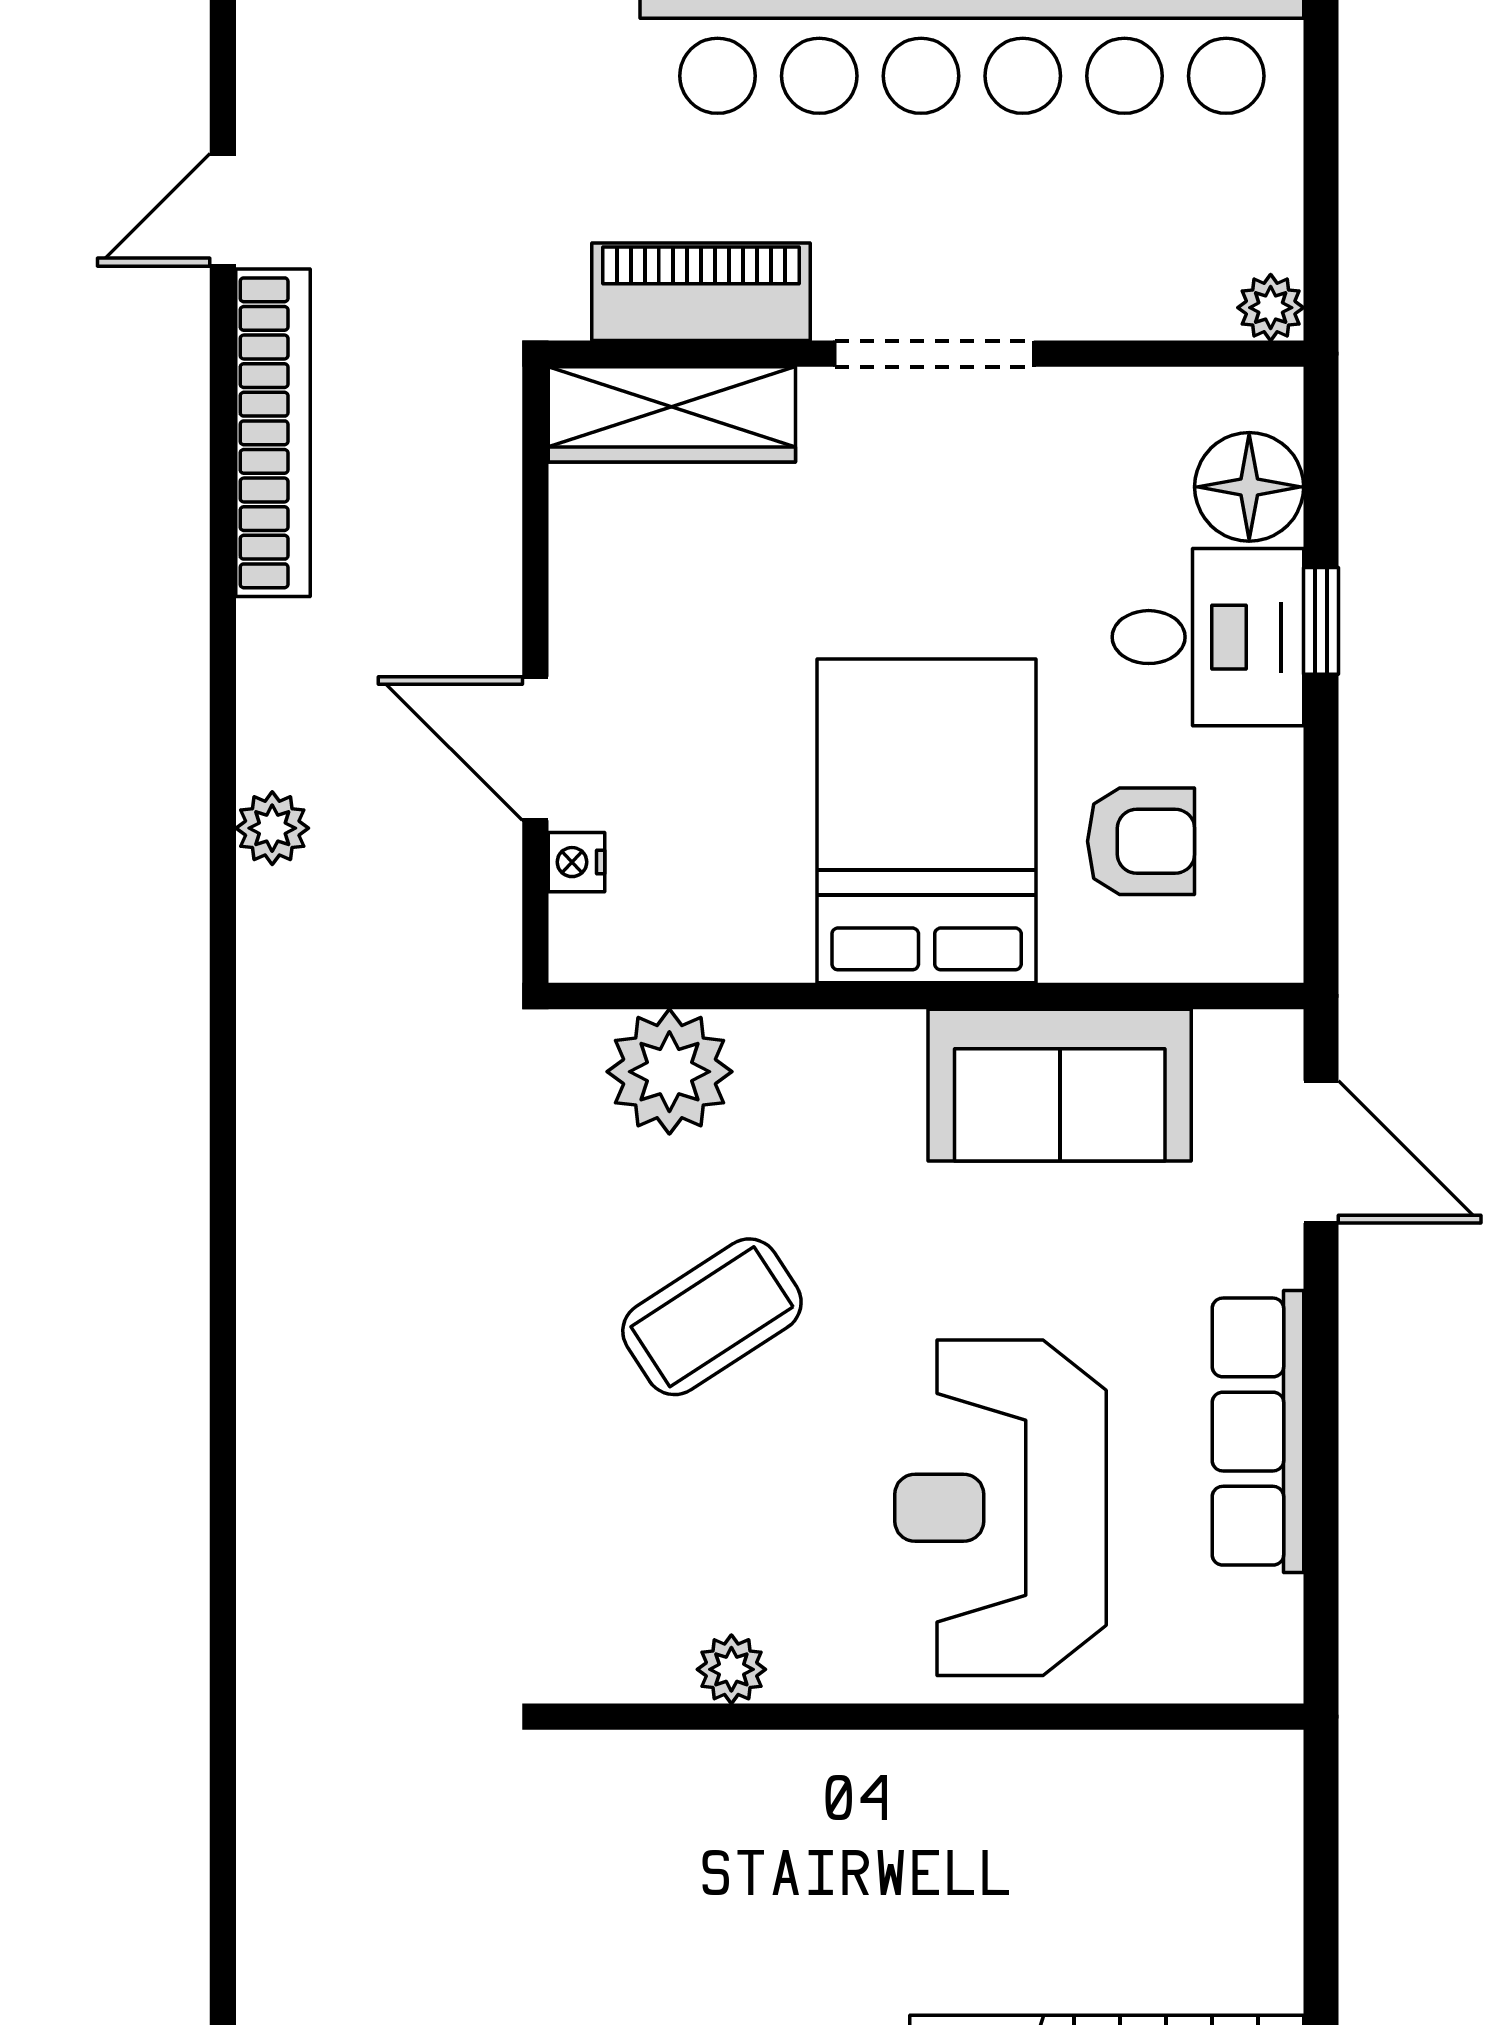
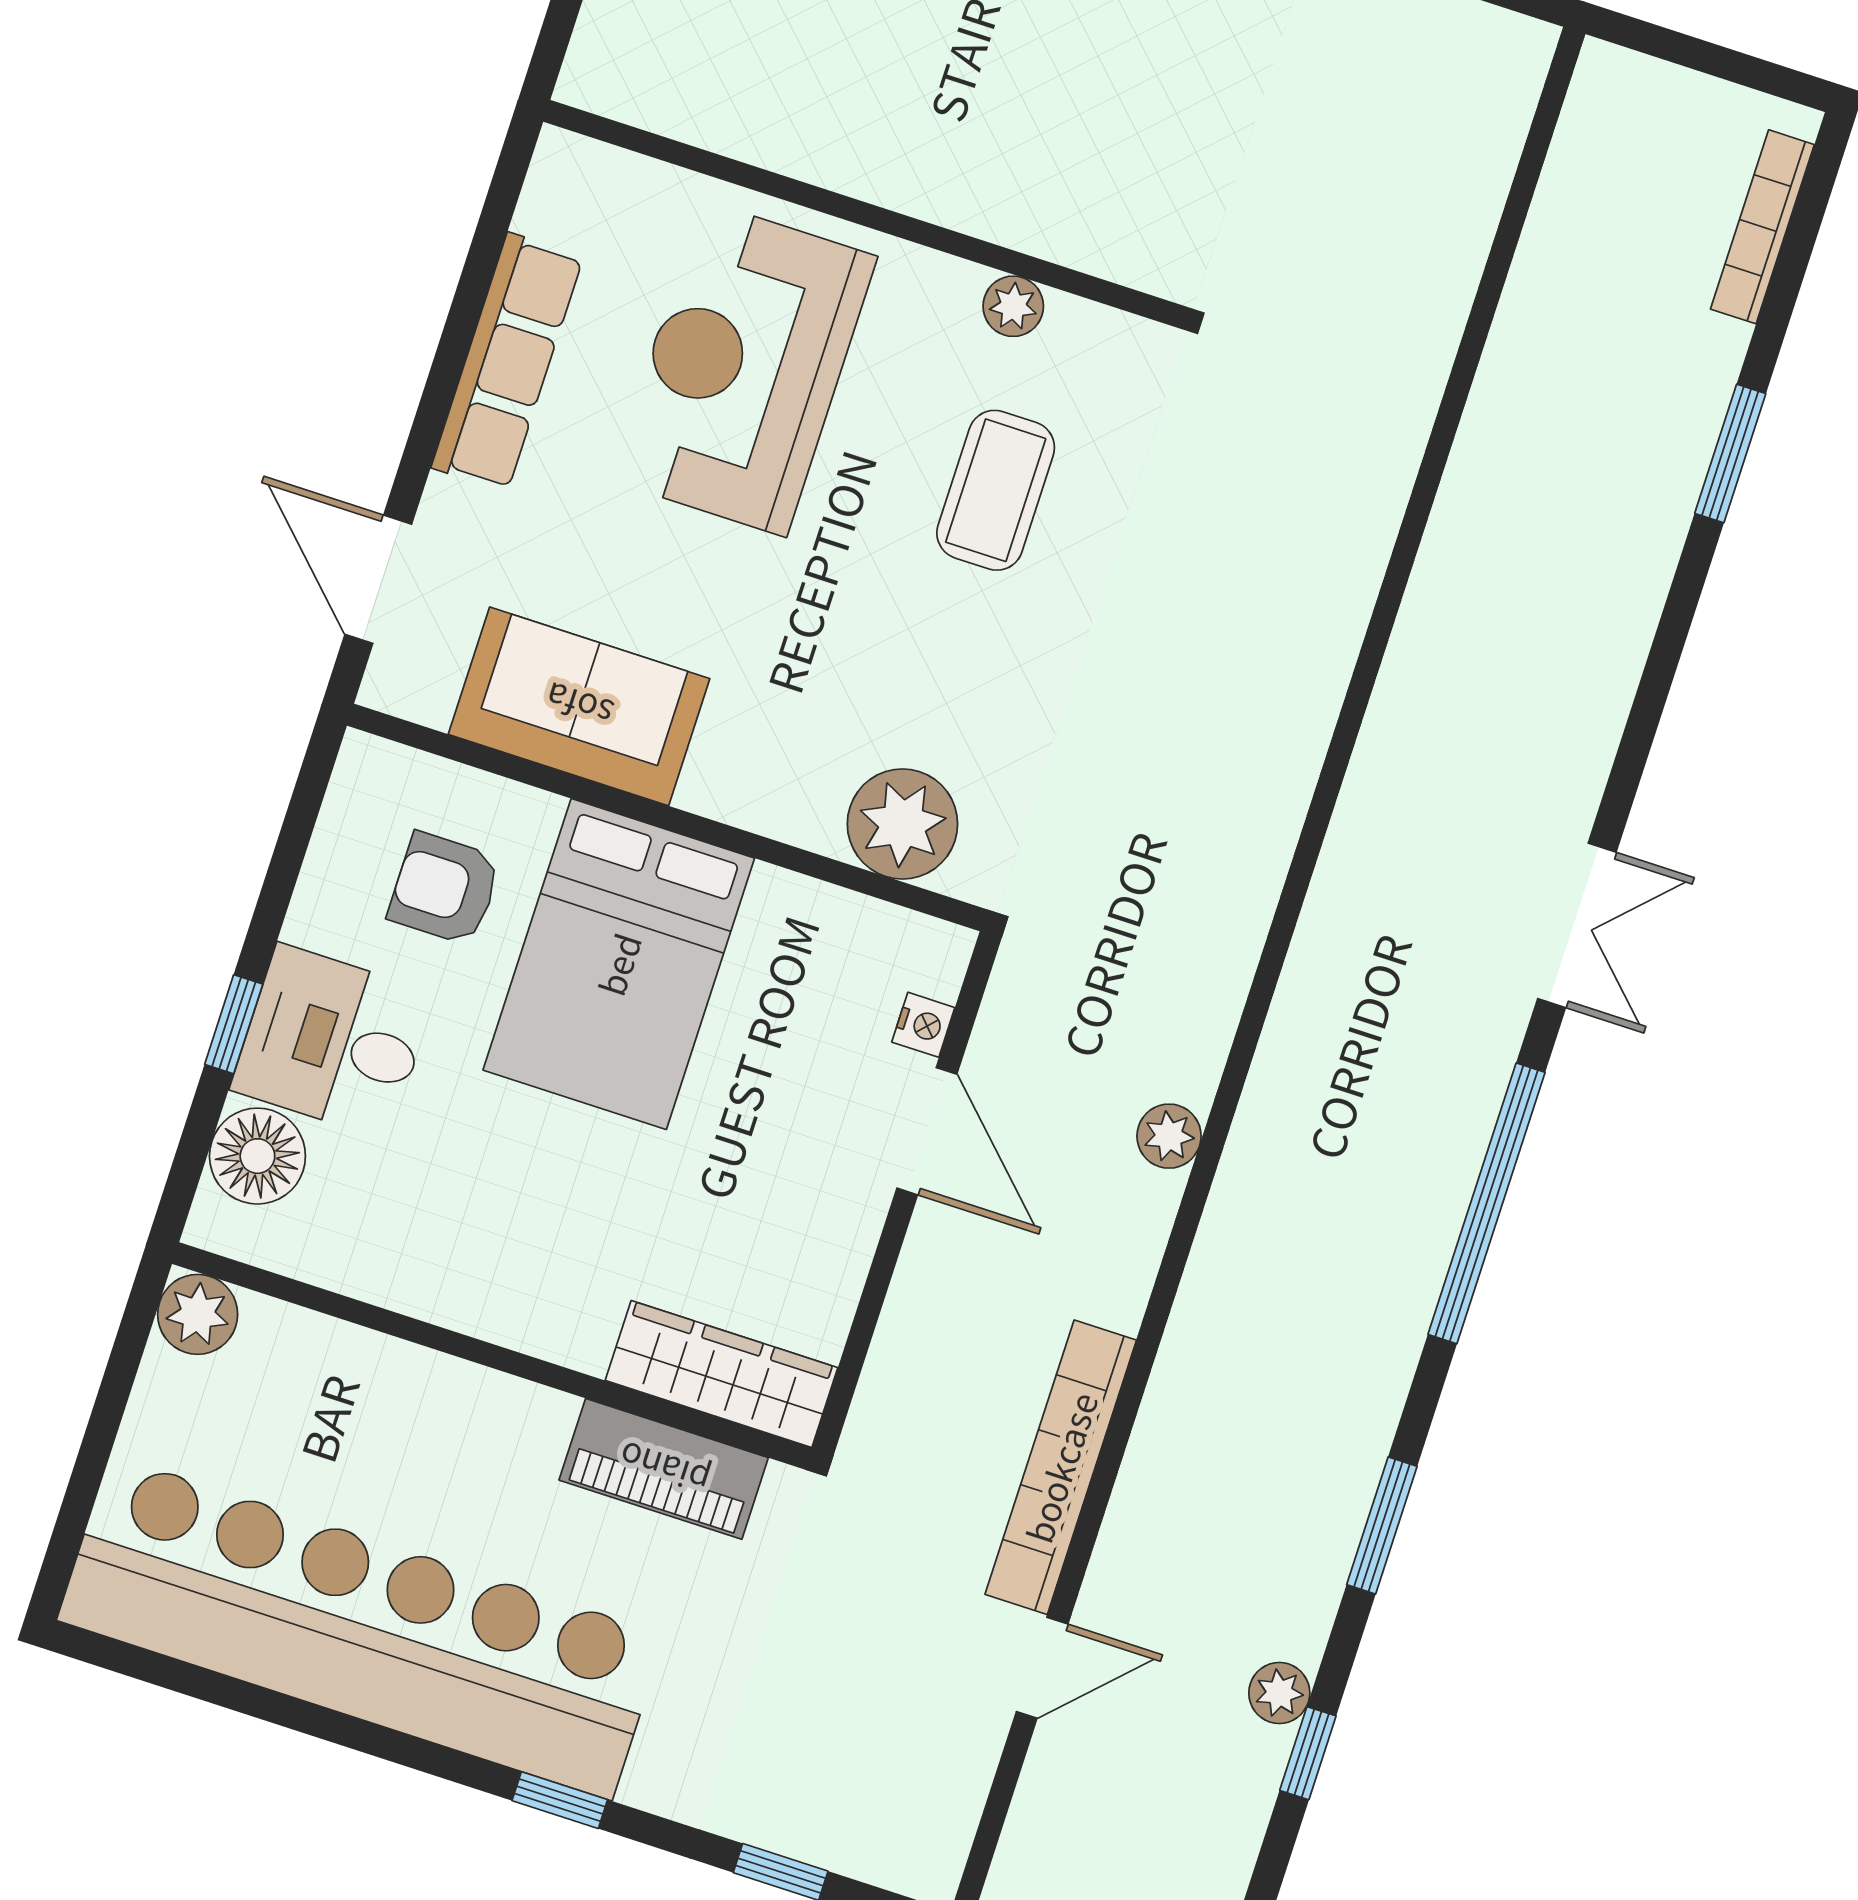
plant: (1271, 308) -> (198, 1314), width x1.38, depth x1.38
doorway: (934, 354) -> (485, 1354), removed
coffee table: (712, 1317) -> (996, 490), moved, turned -57
reception desk: (1001, 1508) -> (744, 368), turned 180

